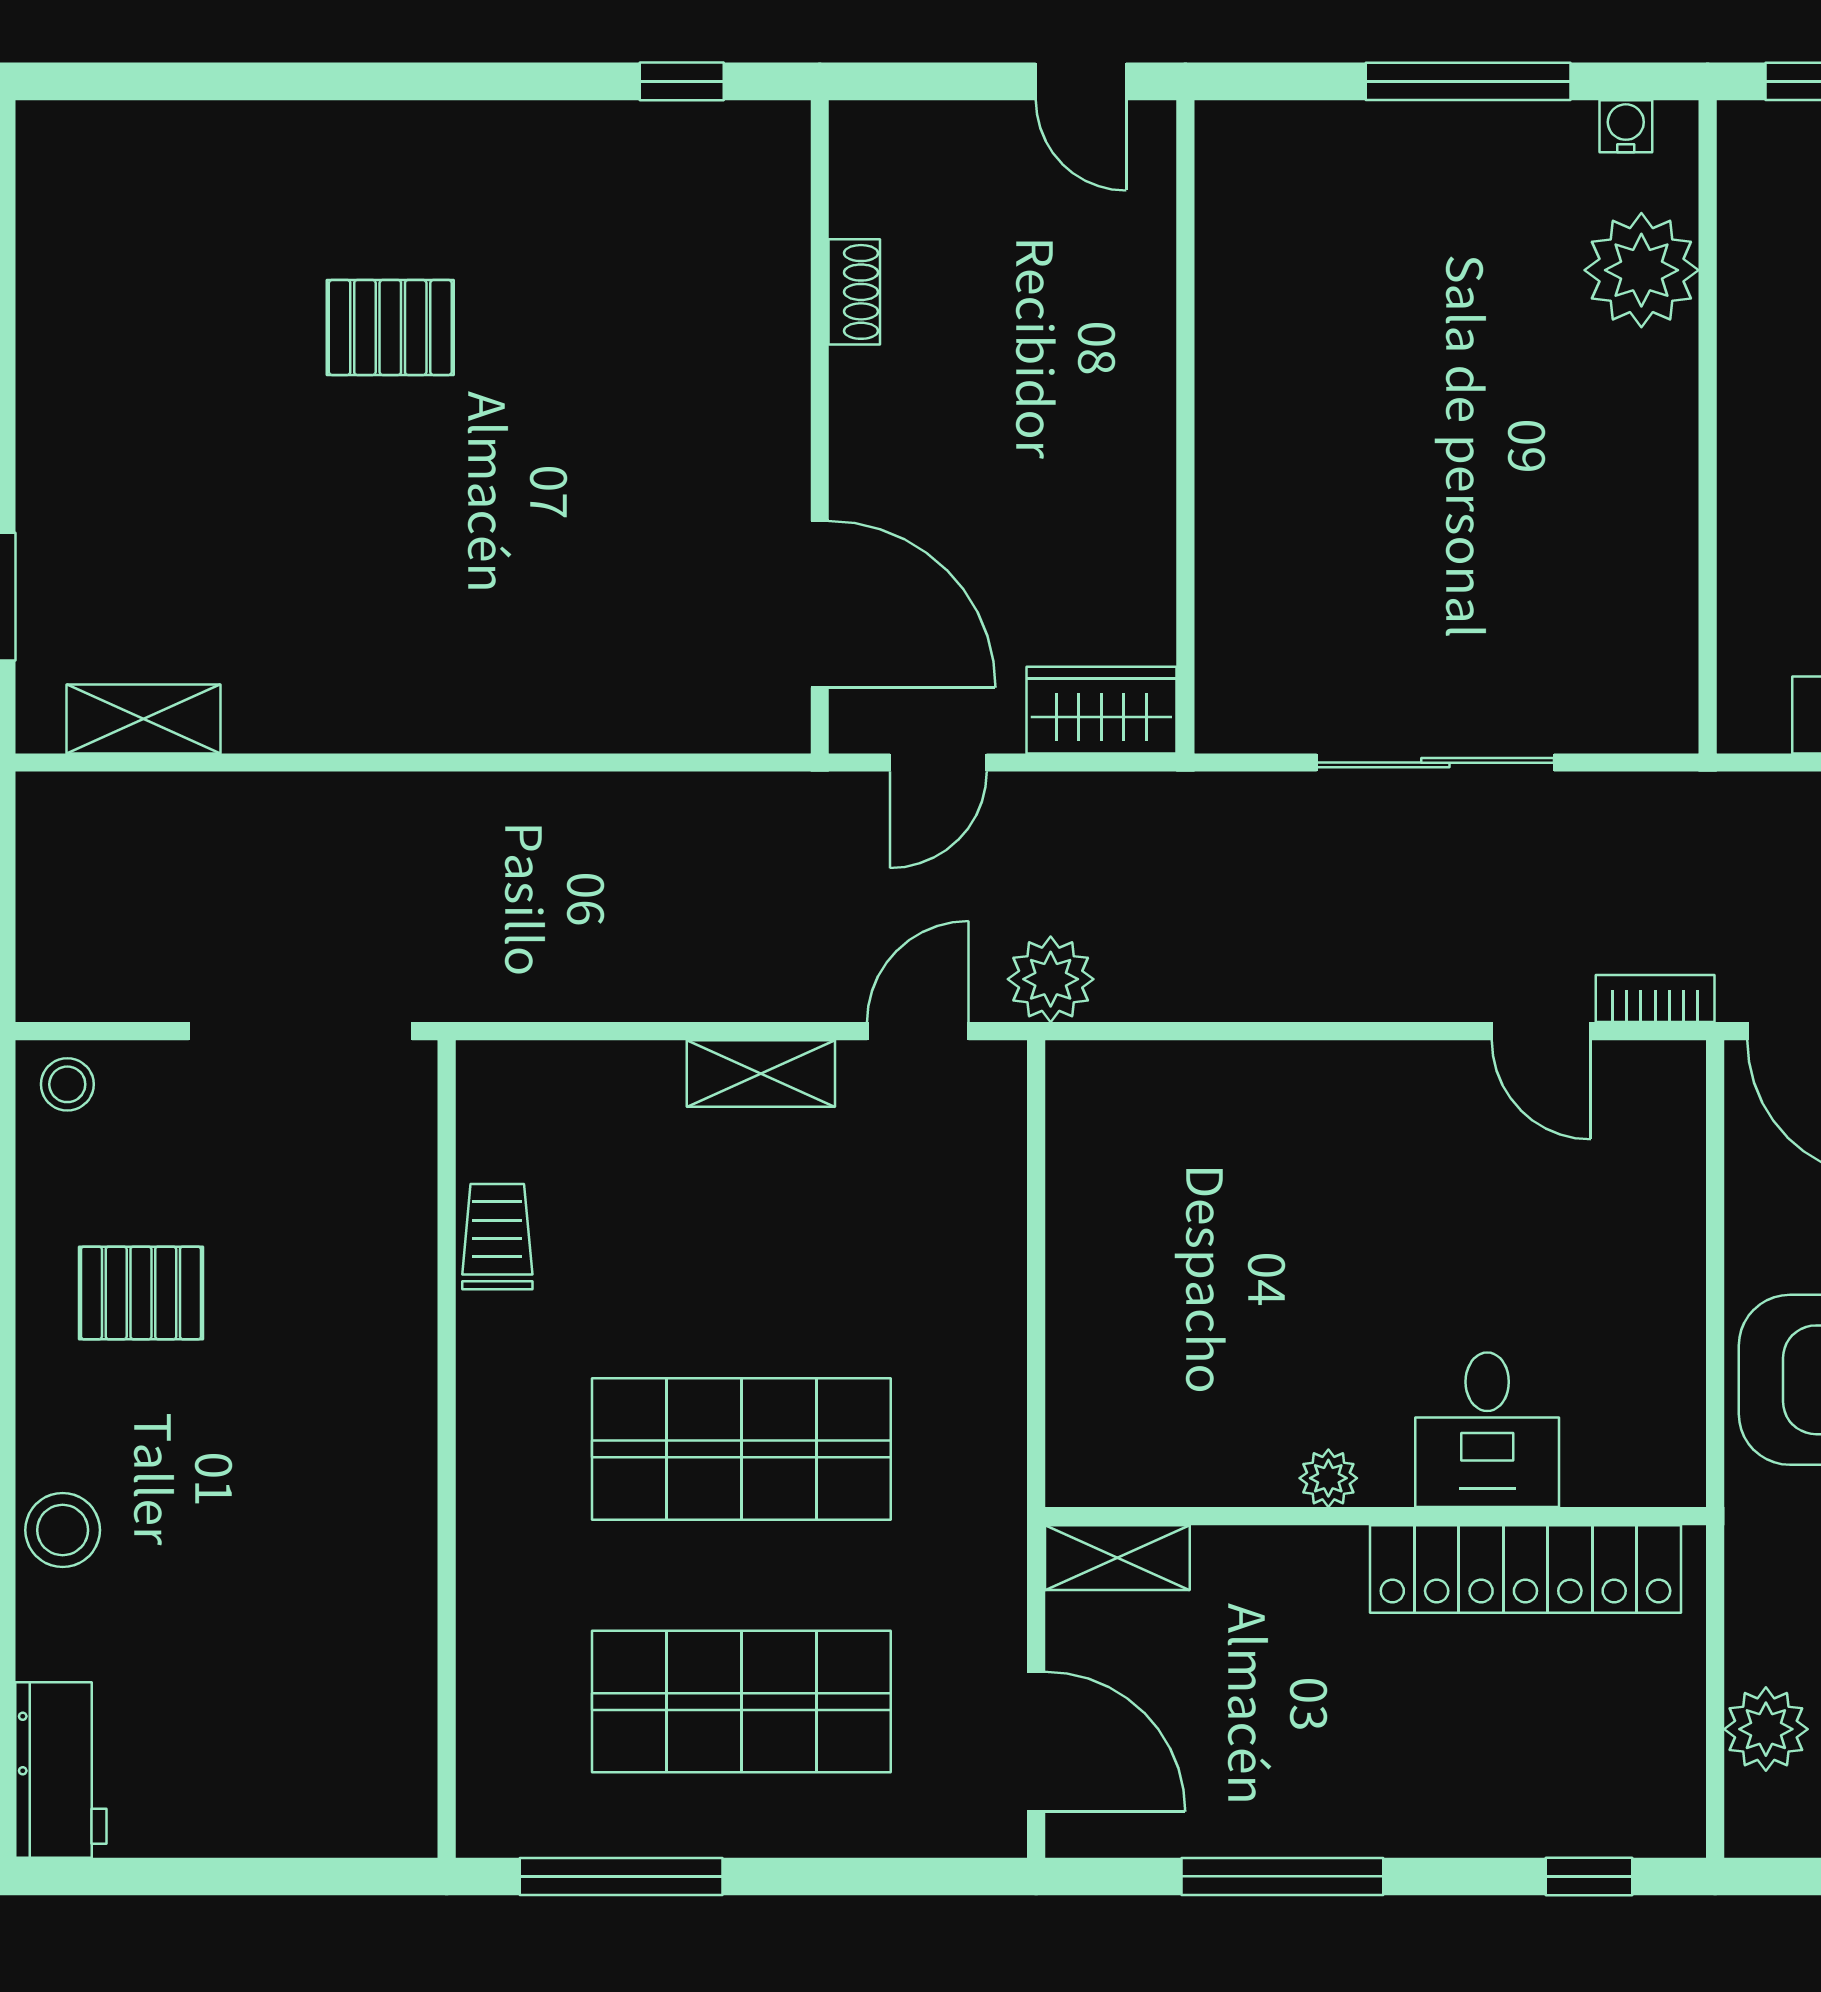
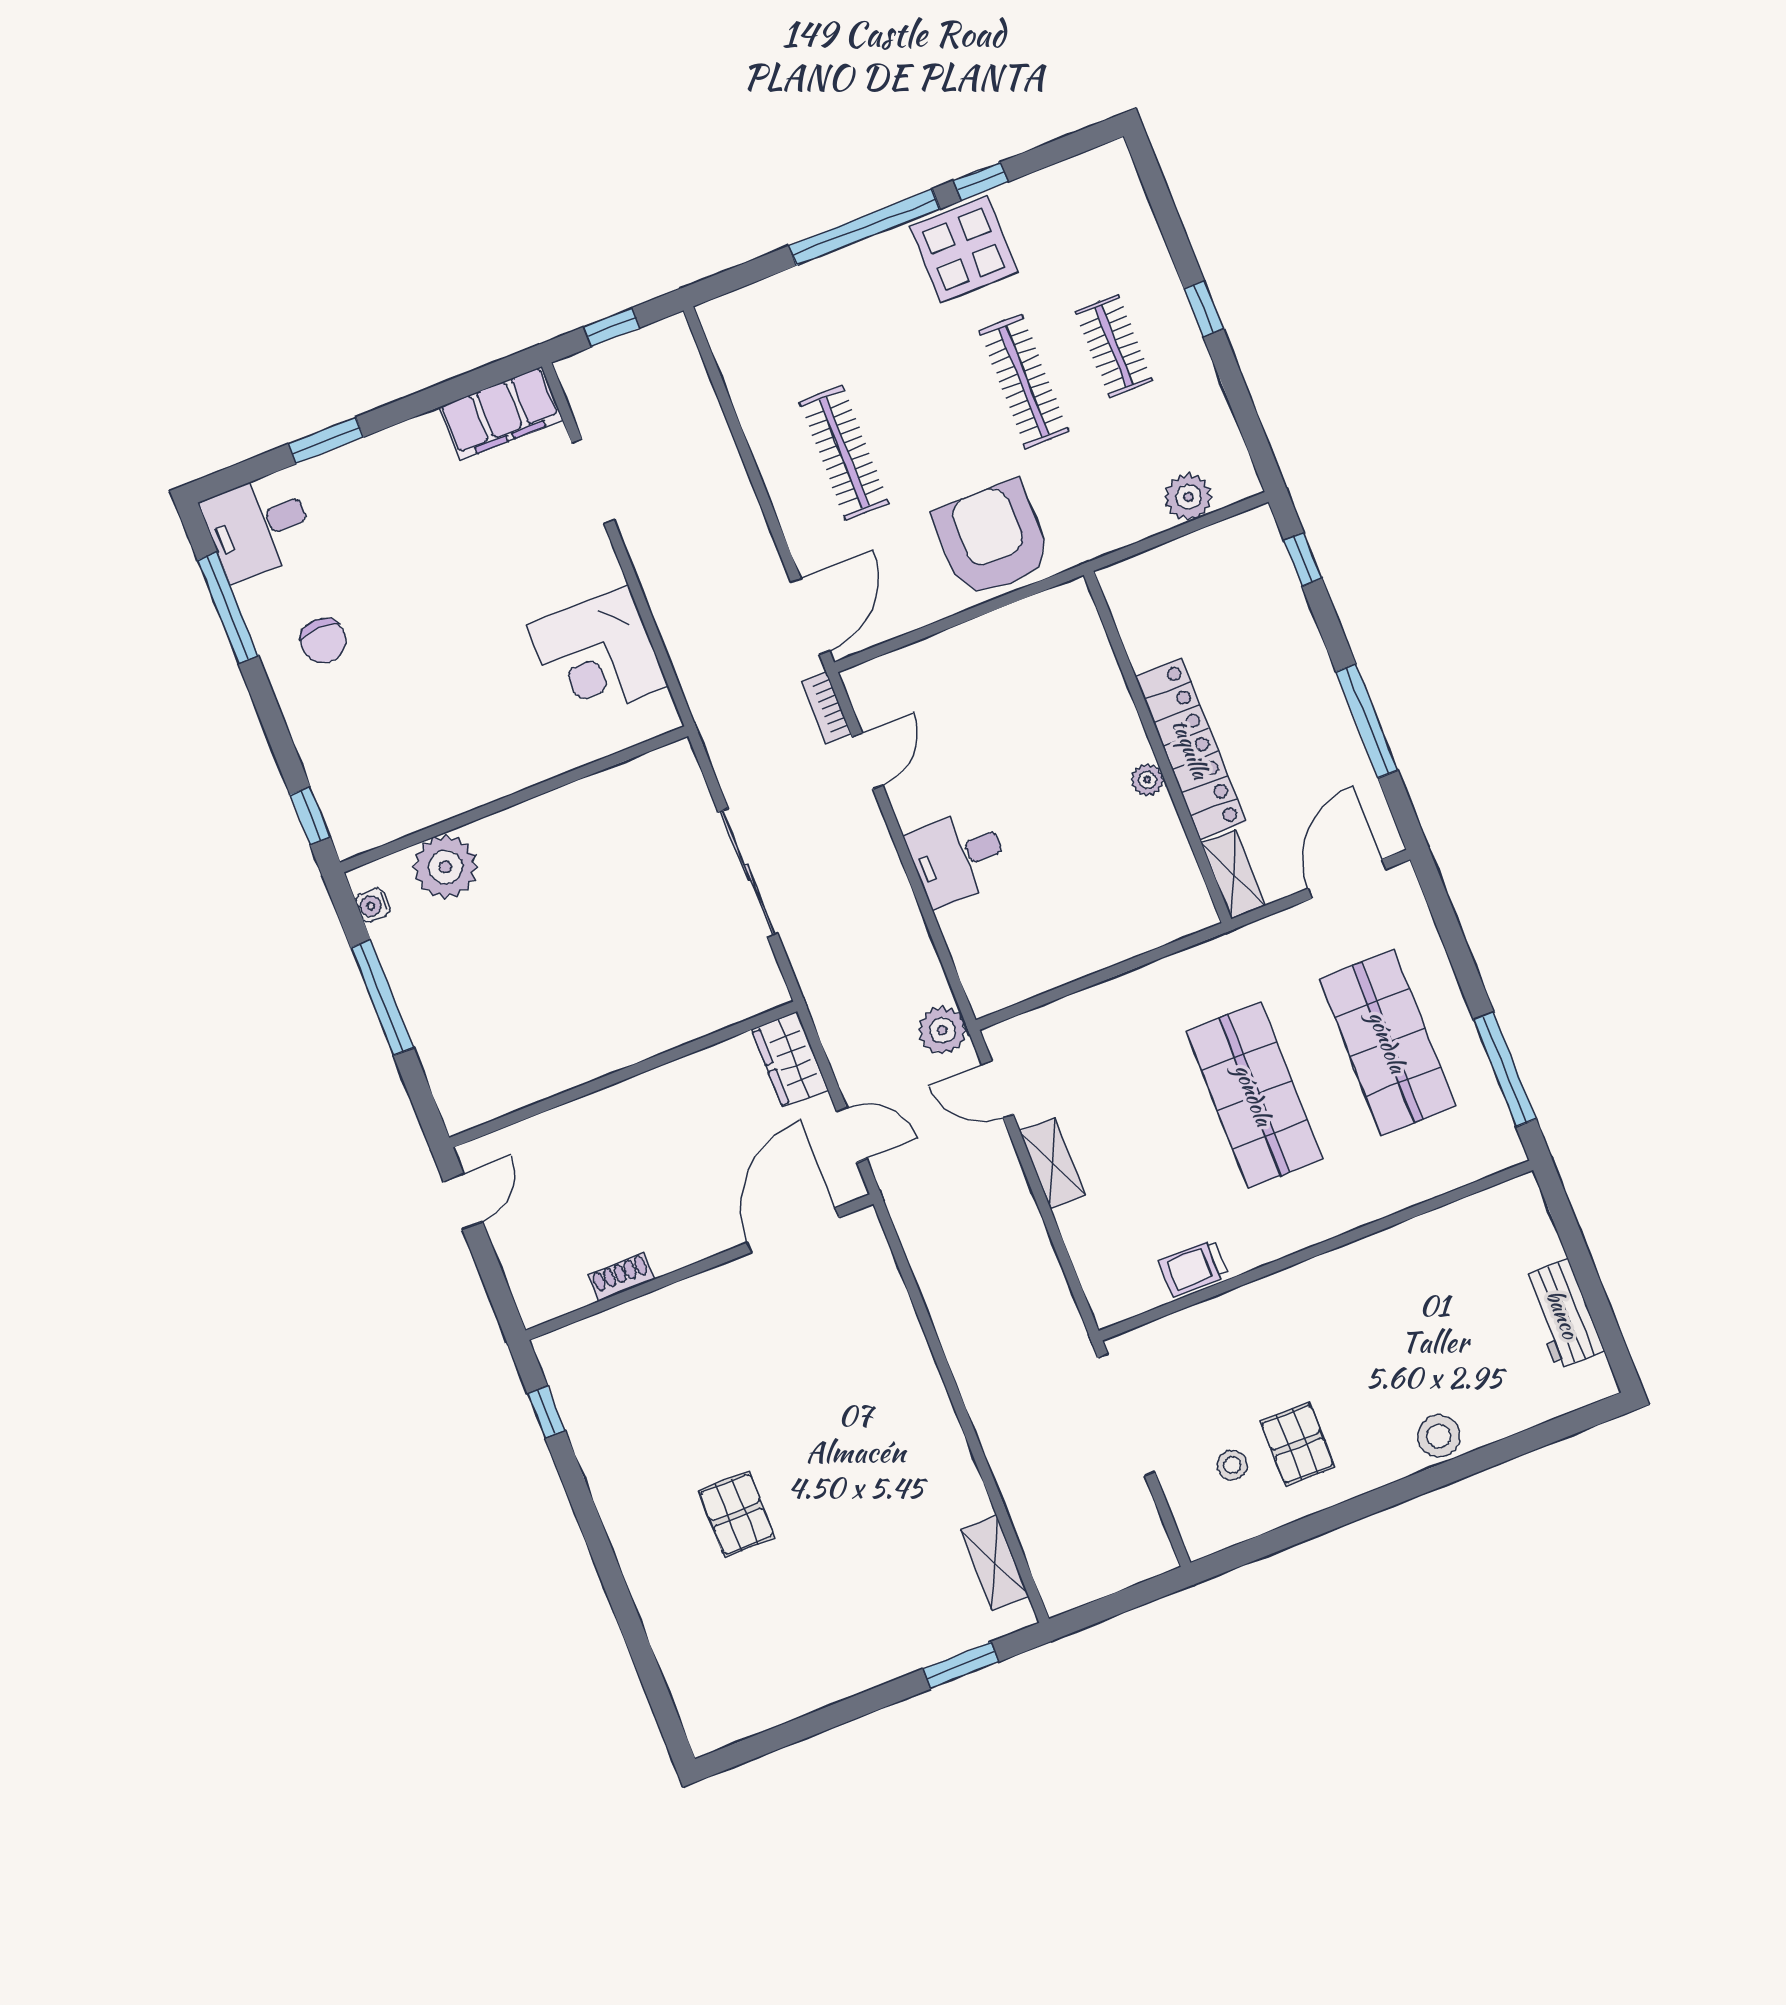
stool: (67, 1084) -> (1232, 1465), moved
desk: (1487, 1430) -> (958, 857), moved, turned 180
locker: (1525, 1569) -> (1191, 749), moved
workbench: (61, 1770) -> (1563, 1314), moved, turned -90

